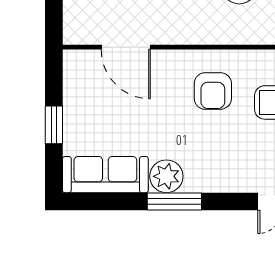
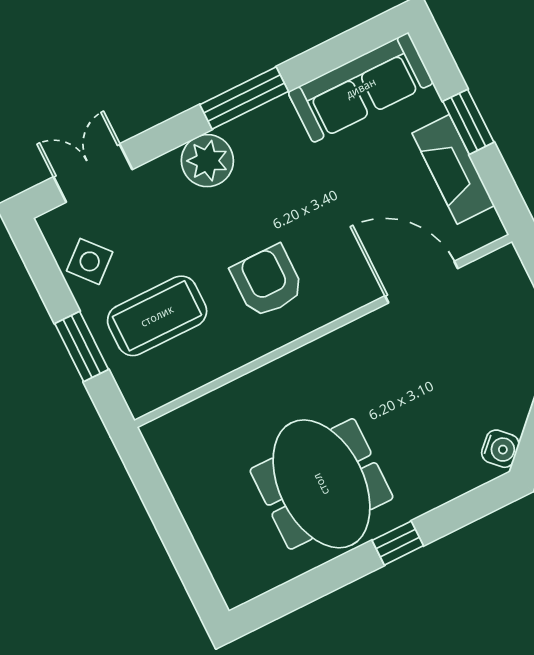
fireplace: (76, 102) -> (453, 169), added
plant: (166, 176) -> (207, 161), moved

